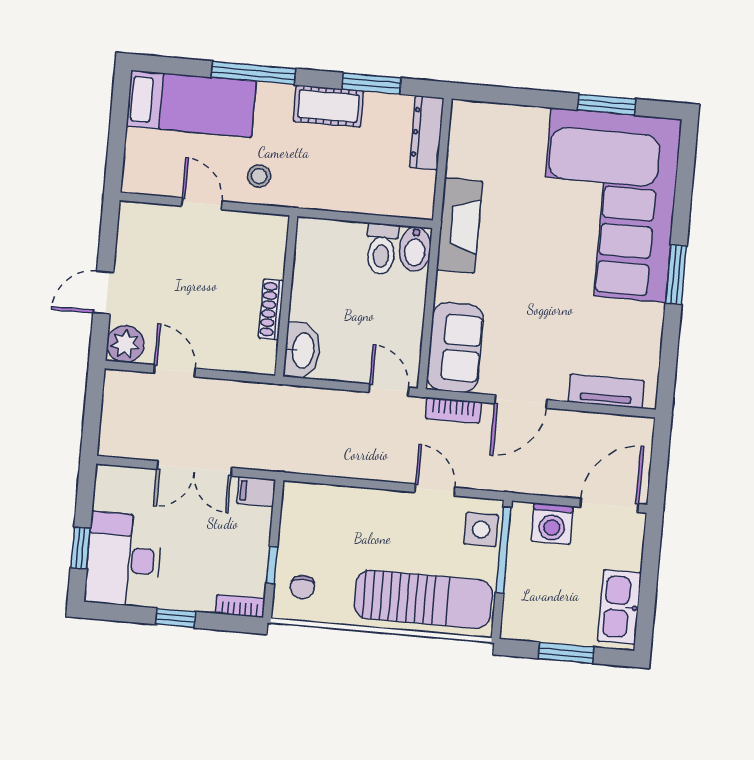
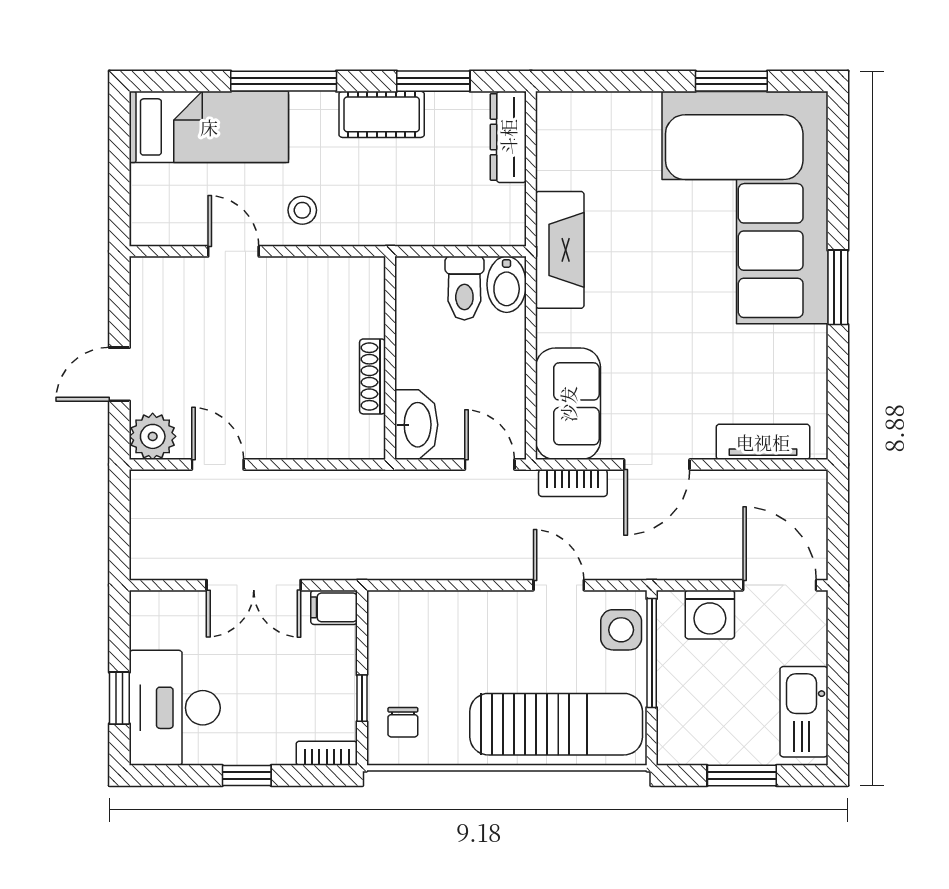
wall: (286, 296) -> (390, 358), moved
shoe rack: (271, 309) -> (373, 376), moved
washbasin: (302, 350) -> (416, 425), moved
door: (609, 505) -> (780, 585), hinge flipped

